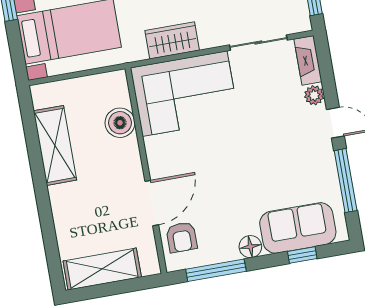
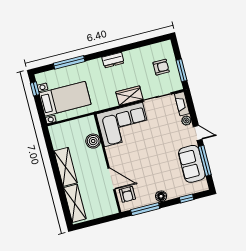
wardrobe: (172, 40) -> (129, 96), moved
shelving: (55, 145) -> (66, 167), moved
door: (152, 203) -> (112, 179), hinge flipped
sofa: (298, 228) -> (192, 164), moved, turned -90
shelving: (102, 269) -> (75, 203), moved, turned 90

